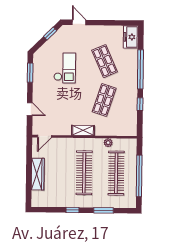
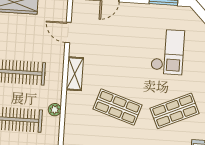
checkout: (65, 68) -> (168, 52), turned -90
door: (45, 136) -> (68, 33), moved

